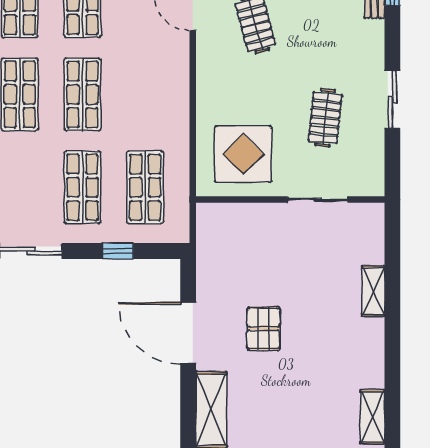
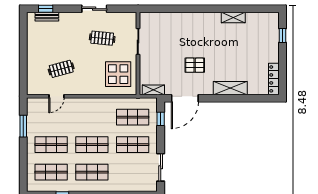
window: (118, 251) -> (161, 119), moved
shelving: (373, 291) -> (153, 90), moved
door: (188, 333) -> (185, 98), moved

